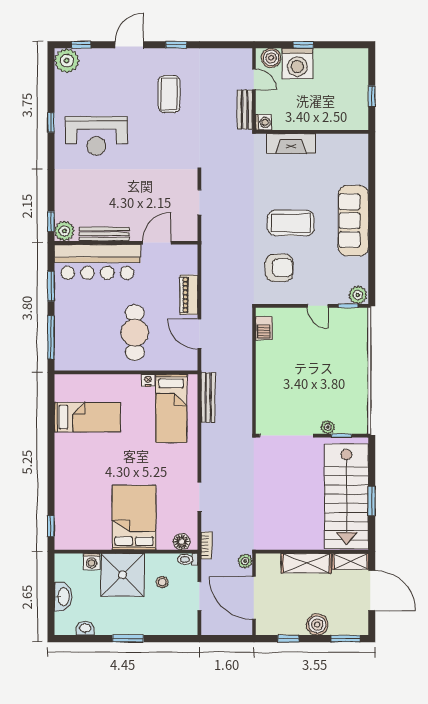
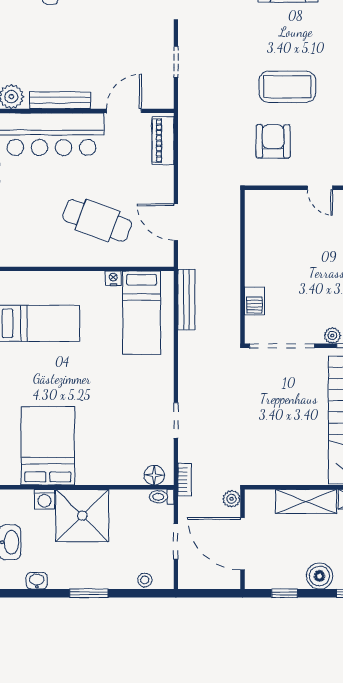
armchair: (279, 268) -> (273, 141), turned -90
piano: (189, 295) -> (163, 141), moved
barbecue: (264, 328) -> (254, 301), moved
cafe table: (135, 333) -> (97, 220), turned -70
bed: (134, 518) -> (48, 446), moved
stool: (162, 582) -> (145, 580), moved

